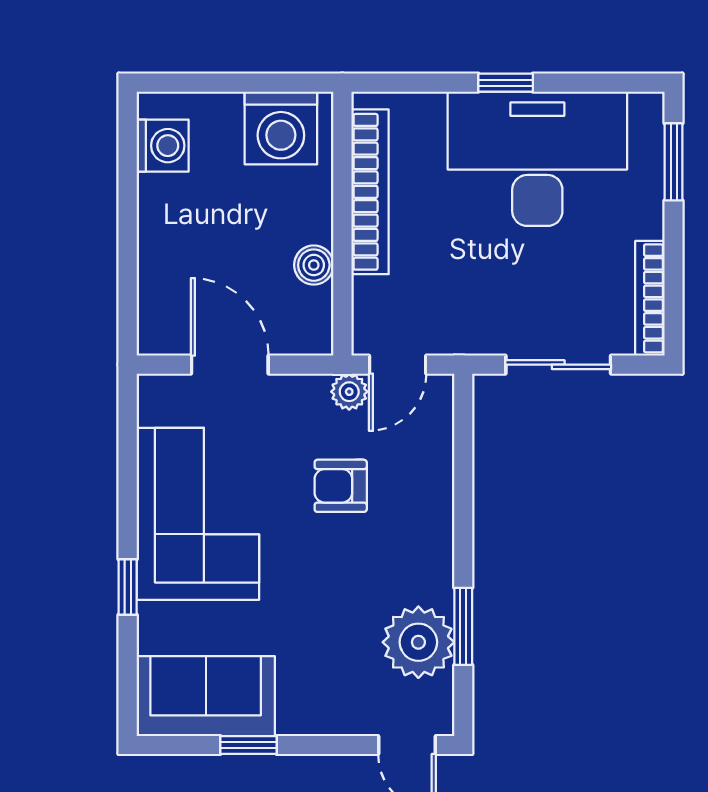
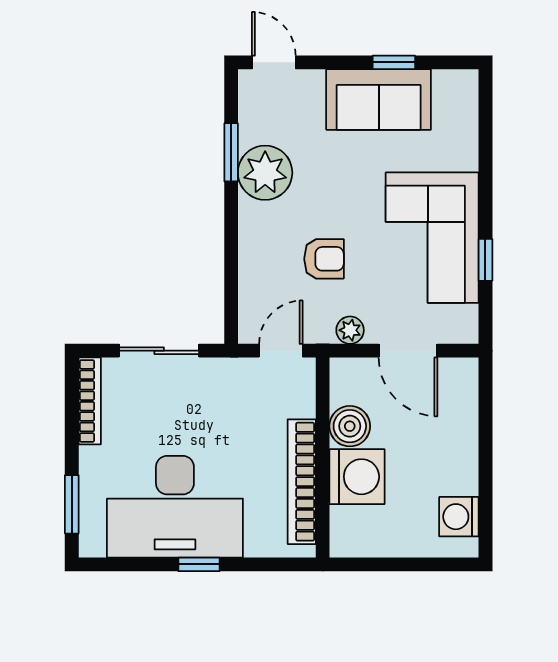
washing machine: (281, 128) -> (357, 477), moved, turned 90
boiler: (314, 265) -> (350, 426), width x1.36, depth x1.36
plant: (349, 392) -> (350, 330), moved
window: (128, 587) -> (485, 260), moved
plant: (418, 642) -> (265, 173), moved
sofa: (206, 696) -> (379, 100), moved

